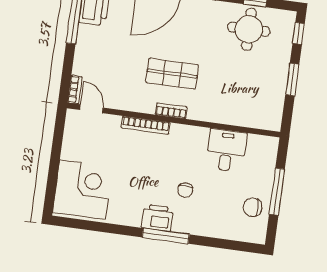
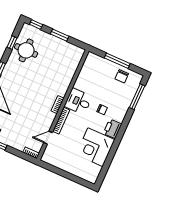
shop shelf: (172, 74) -> (38, 98), removed
door: (92, 109) -> (48, 138), moved
desk: (226, 150) -> (78, 101), moved
corner desk: (82, 190) -> (95, 147), moved, turned -90
window: (166, 236) -> (137, 97), moved

